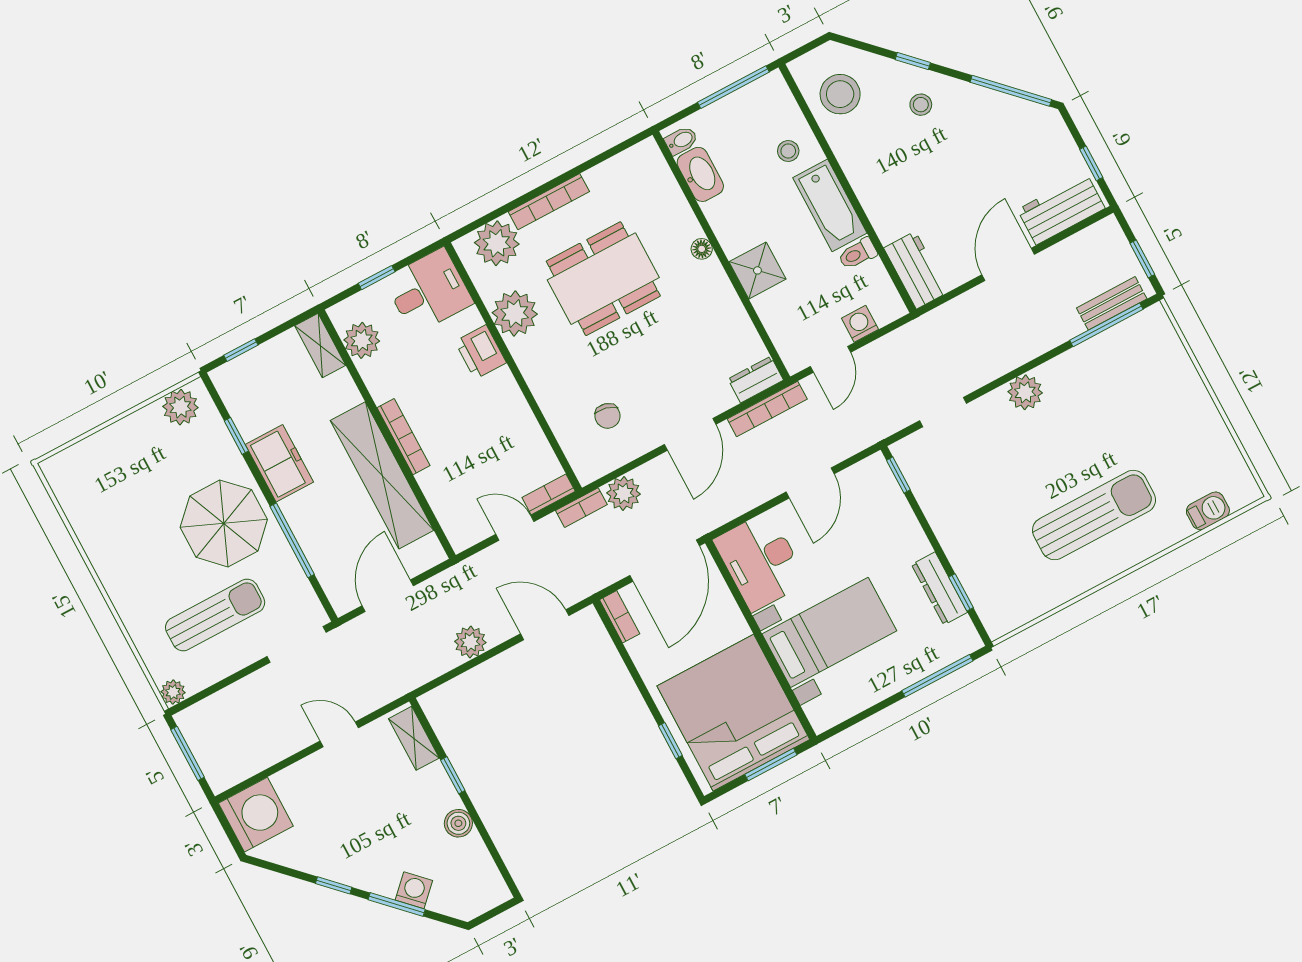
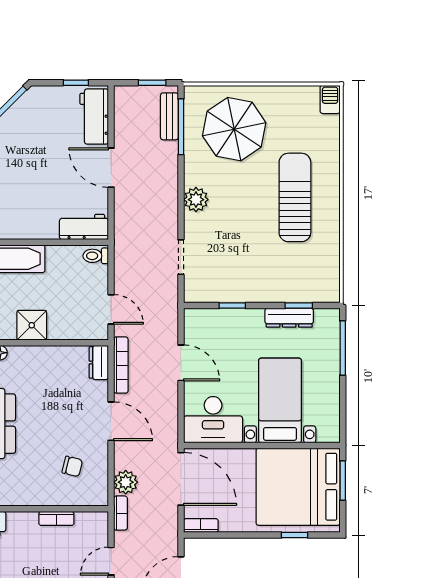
toilet: (858, 254) -> (96, 256), moved, turned 90
washing machine: (860, 324) -> (99, 279), removed
parasol: (1139, 393) -> (234, 129), added
window: (898, 475) -> (232, 306), moved
bookcase: (549, 494) -> (56, 518), moved, turned -90
barbecue: (1208, 511) -> (330, 99), moved

